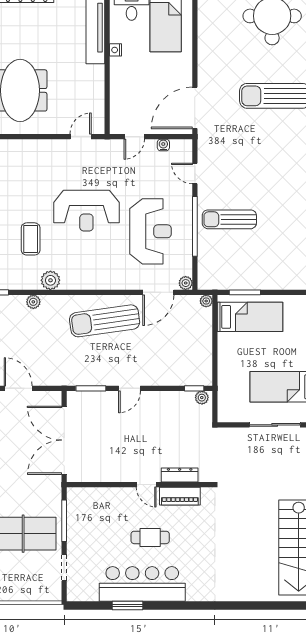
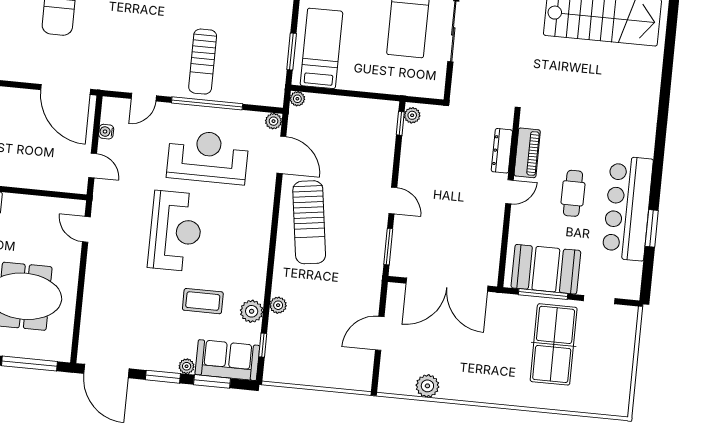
plant: (50, 280) -> (252, 311), moved
booth: (85, 521) -> (546, 269), added

